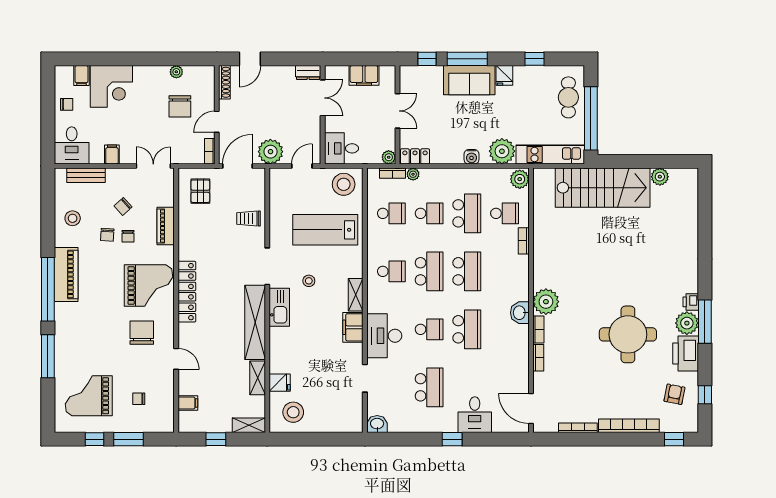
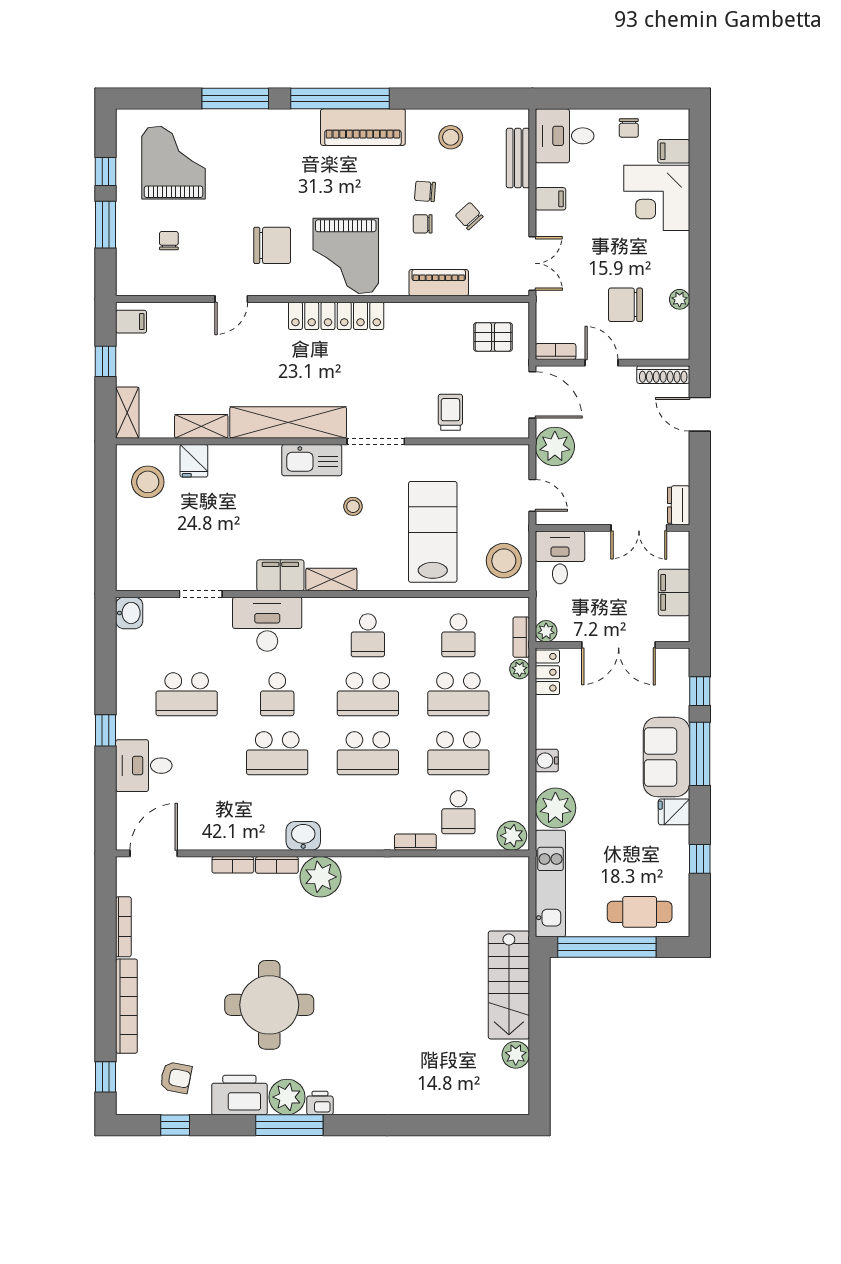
double door: (397, 111) -> (619, 645), width x1.37
stairs: (603, 188) -> (509, 985), width x0.73, depth x0.66
school desk: (429, 213) -> (458, 694), width x1.85
filing cabinet: (188, 403) -> (131, 322), moved, turned -90

